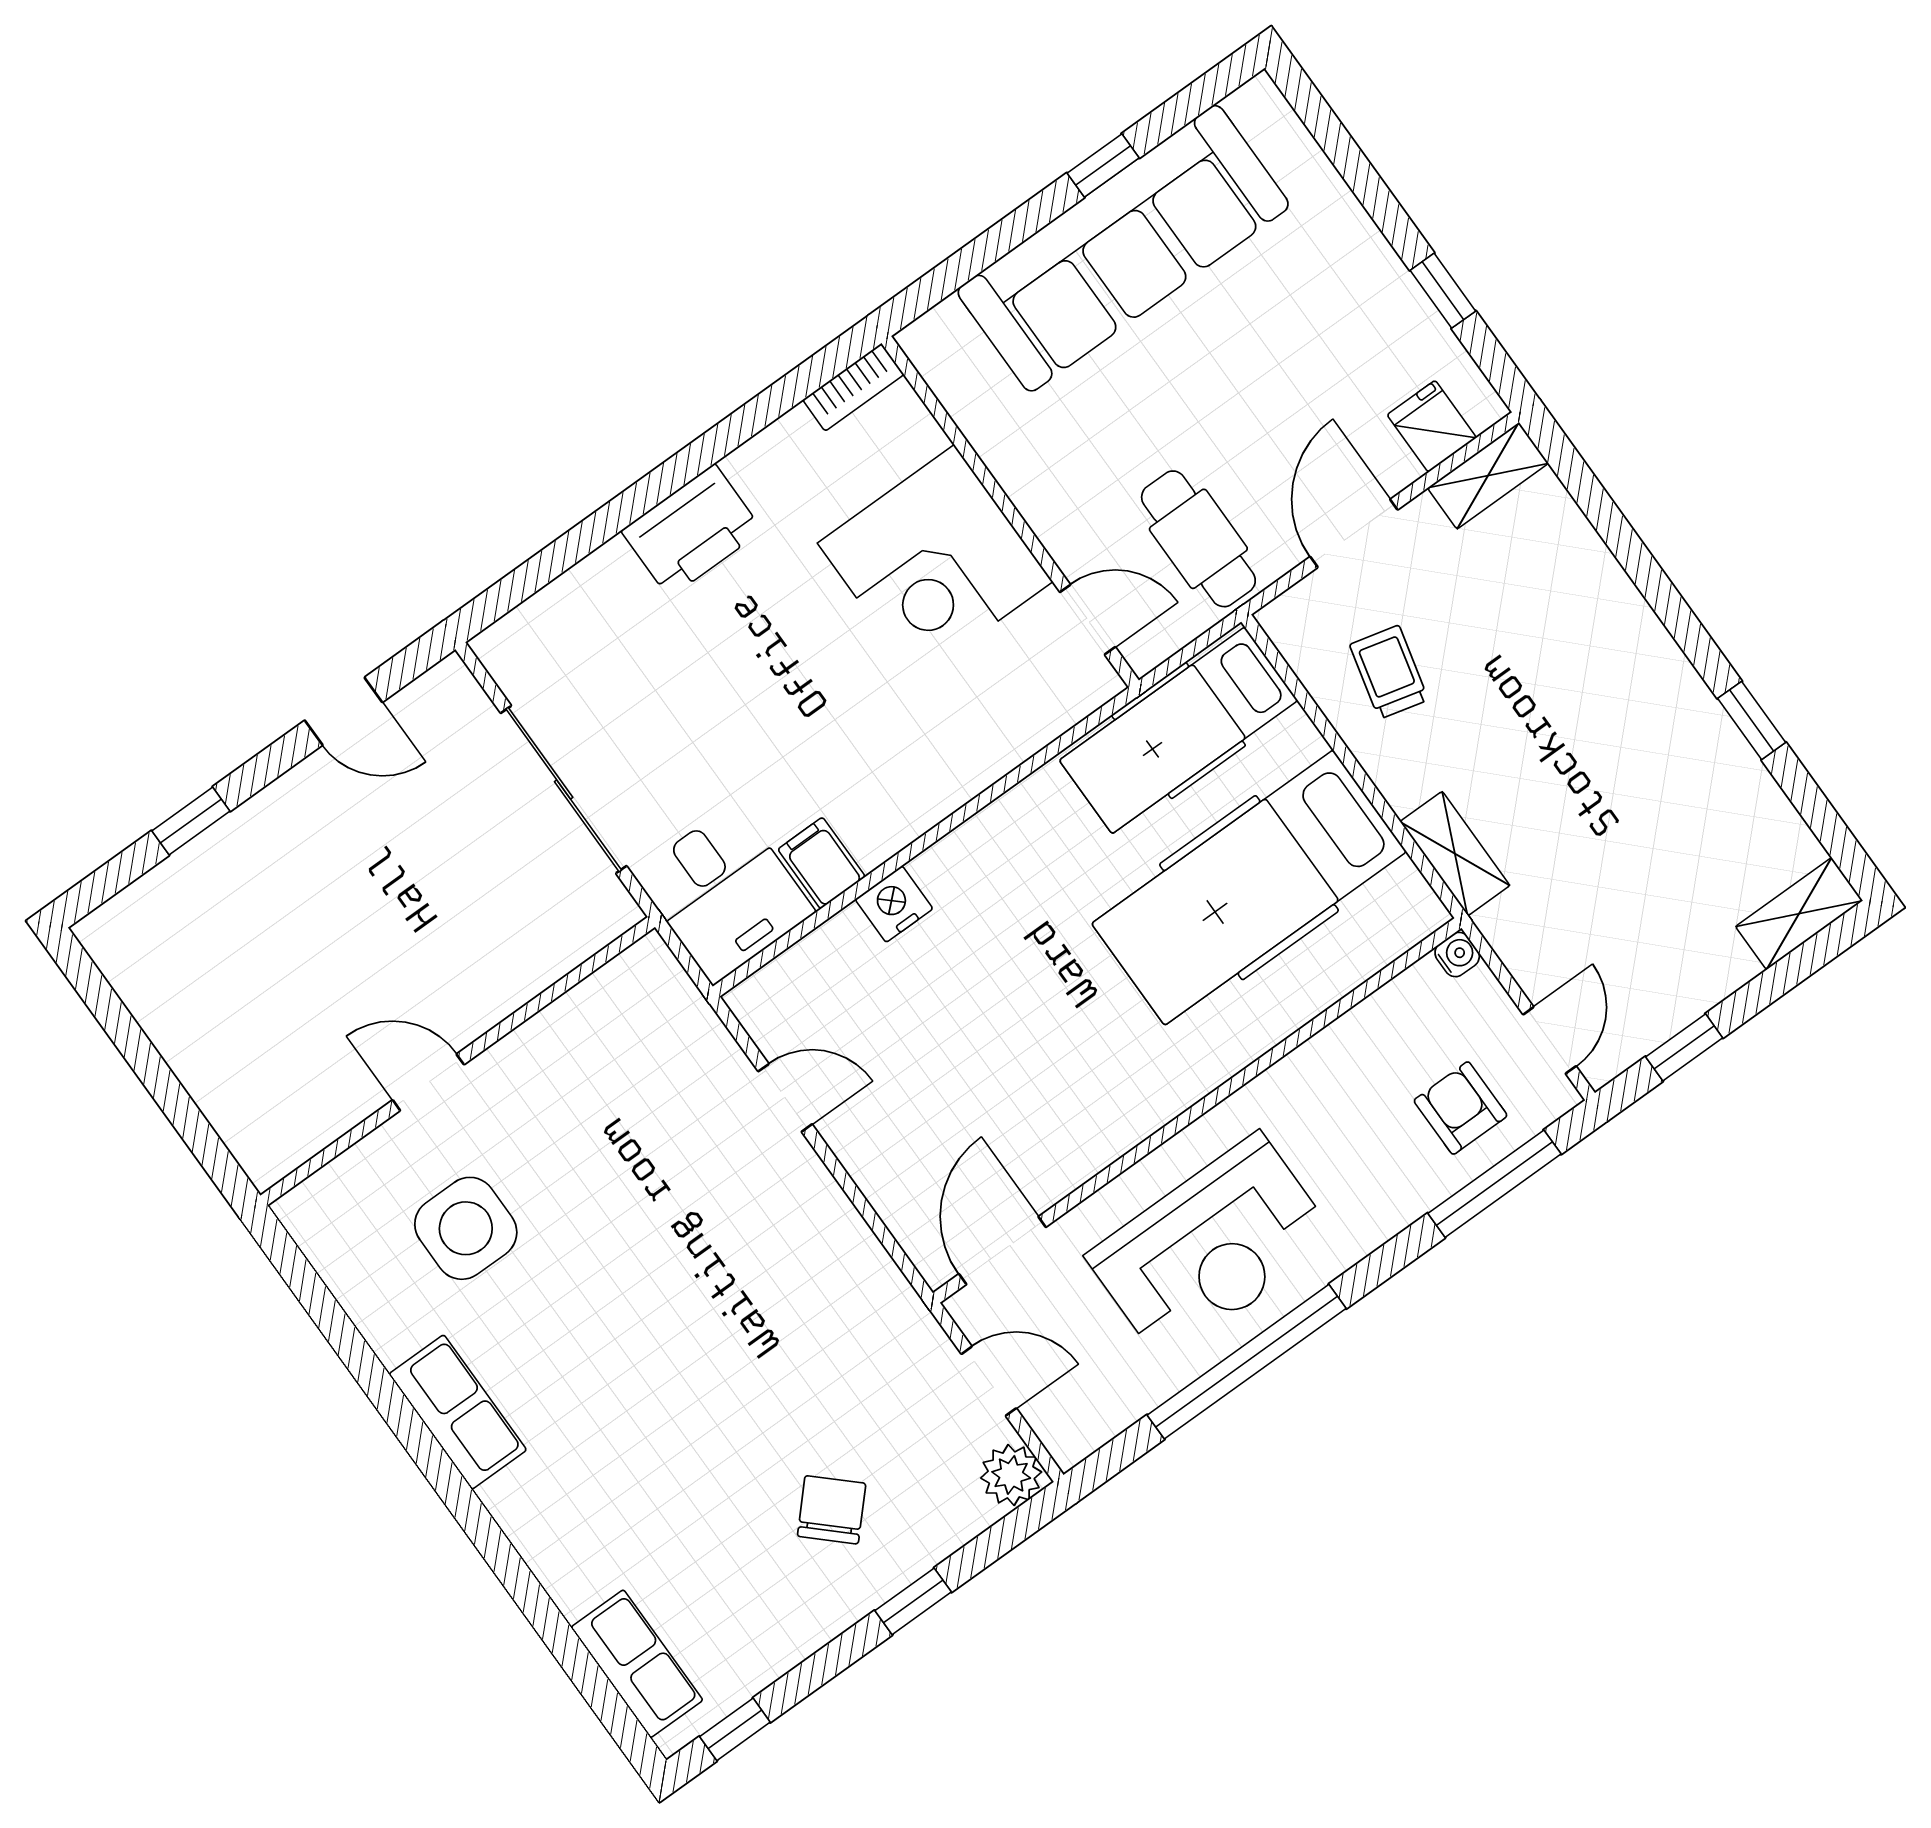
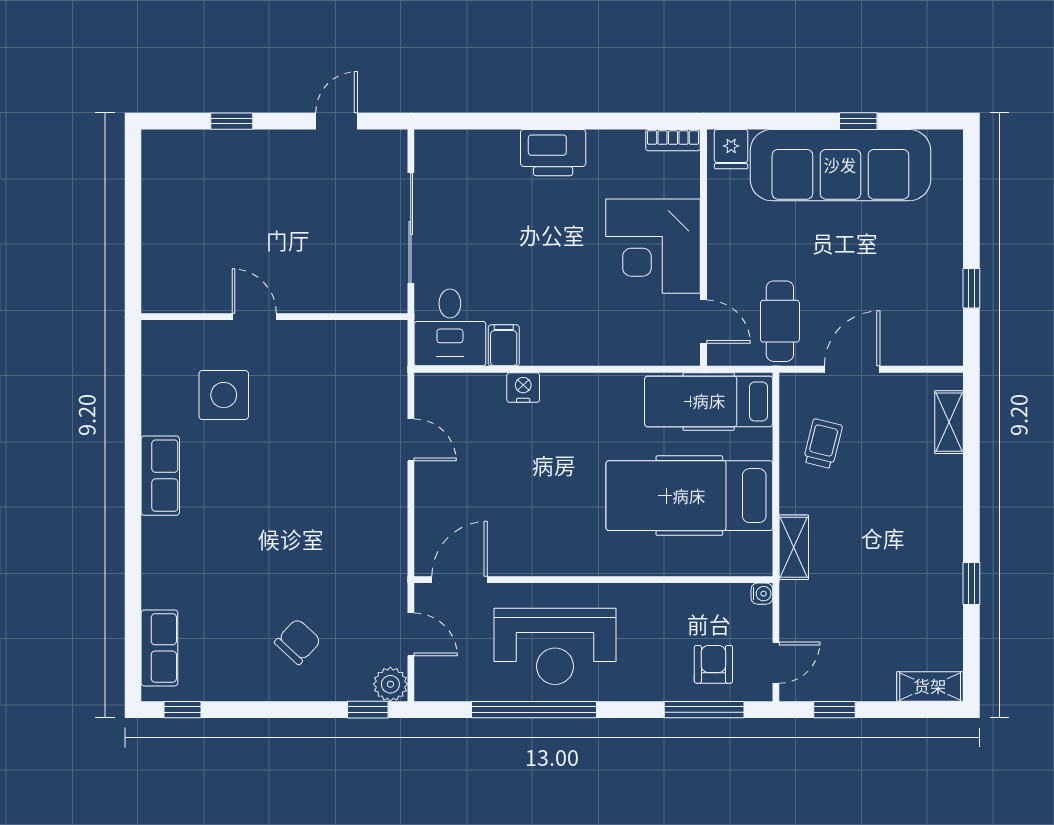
fridge: (1432, 426) -> (731, 149), moved, turned 180
shelving: (1488, 476) -> (949, 422), moved, turned 90
door: (344, 711) -> (337, 121), swing flipped
window: (913, 1601) -> (368, 710), moved

